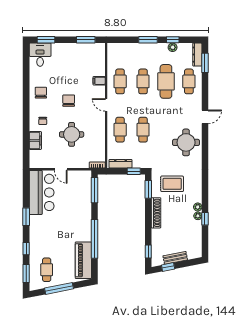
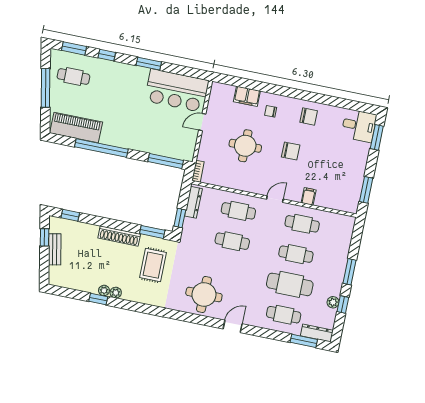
door: (205, 117) -> (233, 326), swing flipped

